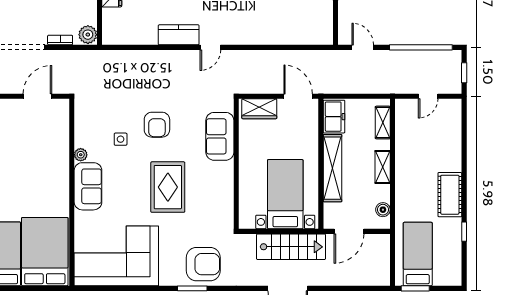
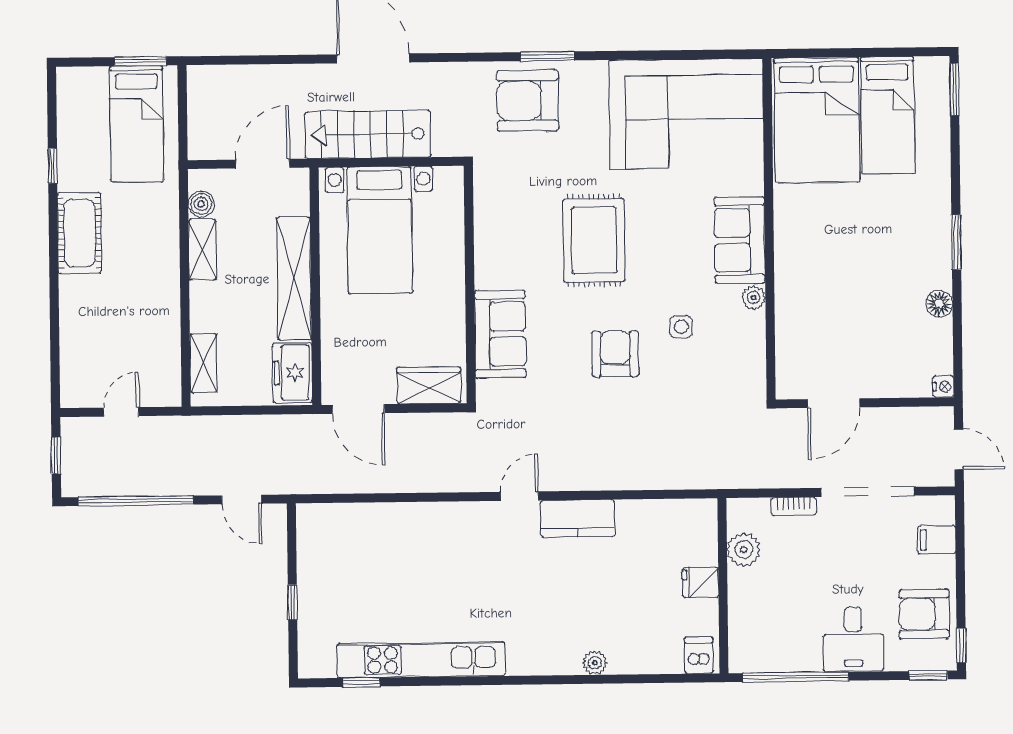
plant: (88, 35) -> (744, 550), moved
shelving: (383, 167) -> (202, 250), moved

